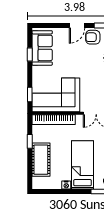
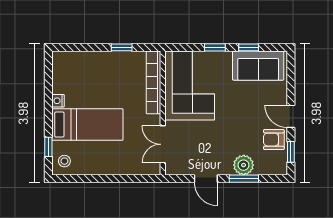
armchair: (93, 37) -> (274, 140), turned -90
window: (30, 94) -> (215, 47), moved
cot: (41, 160) -> (95, 64), removed

